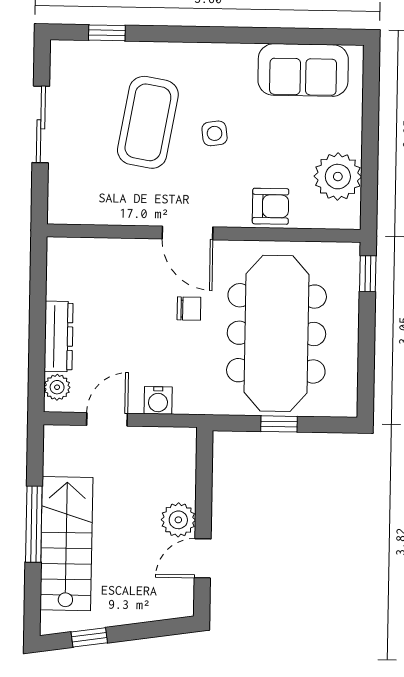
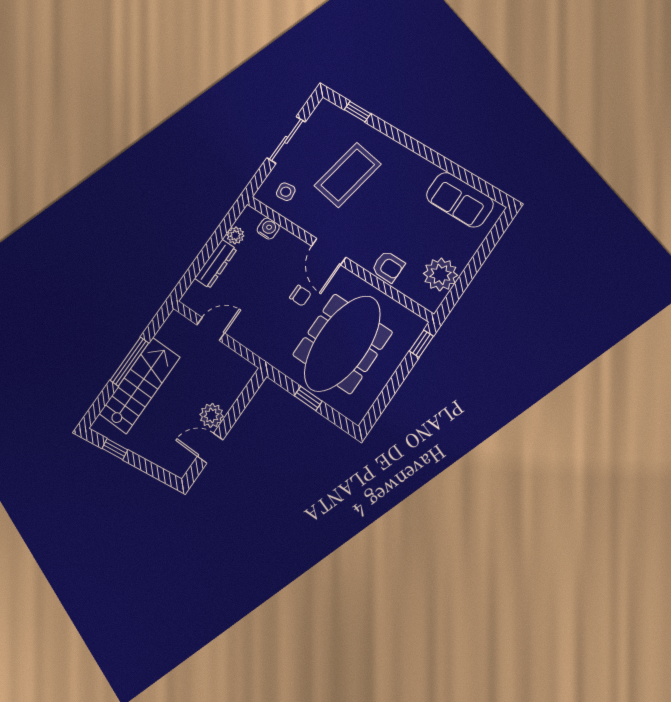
side table: (215, 133) -> (286, 192), moved
plant: (57, 387) -> (235, 235), moved
water cooler: (158, 400) -> (268, 229), moved, turned 180

